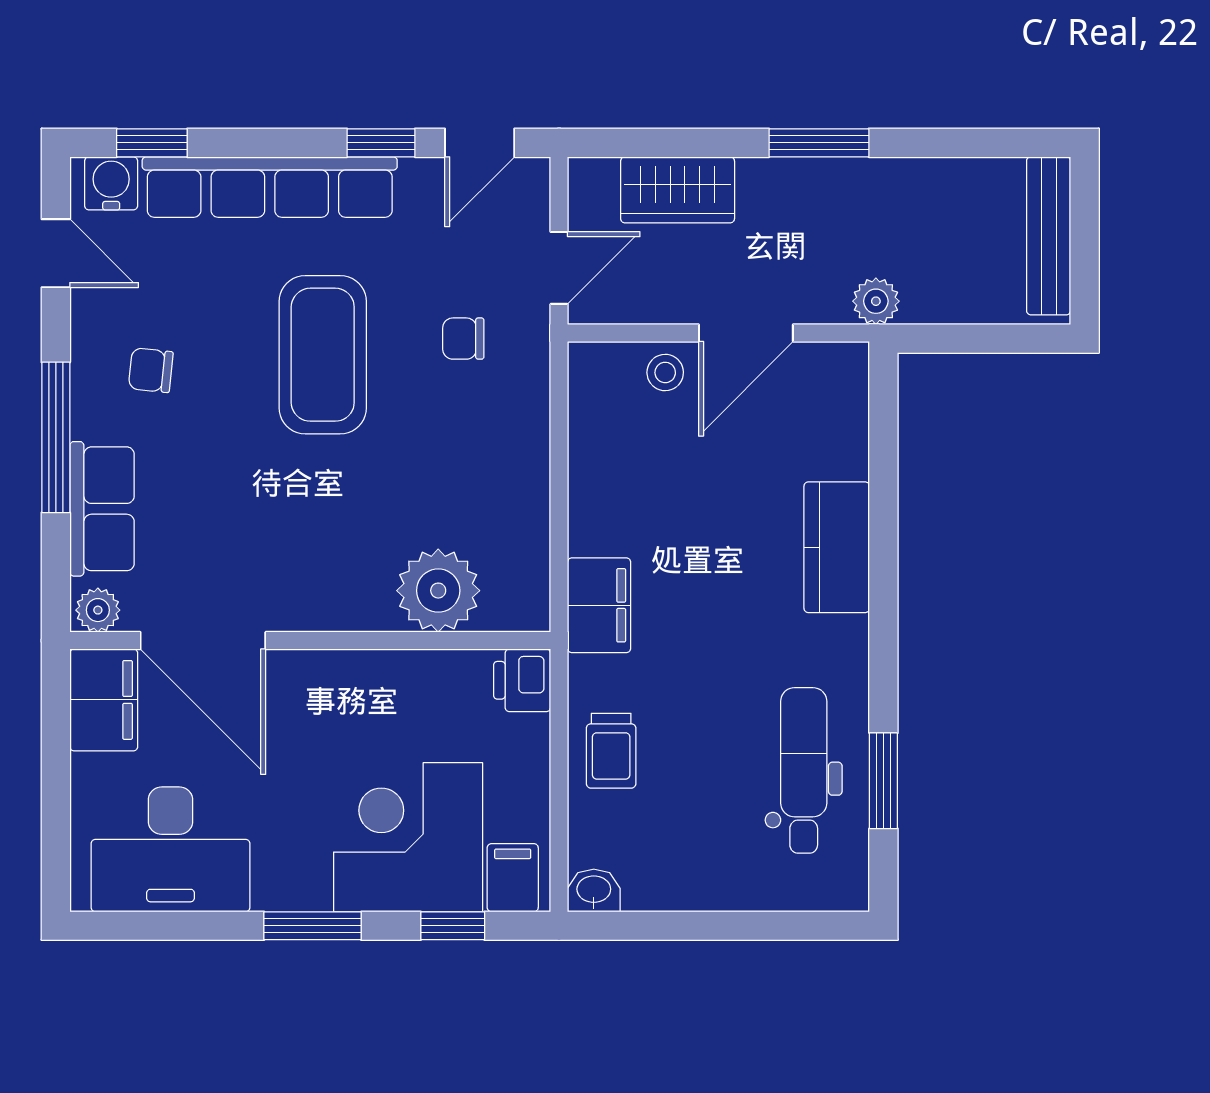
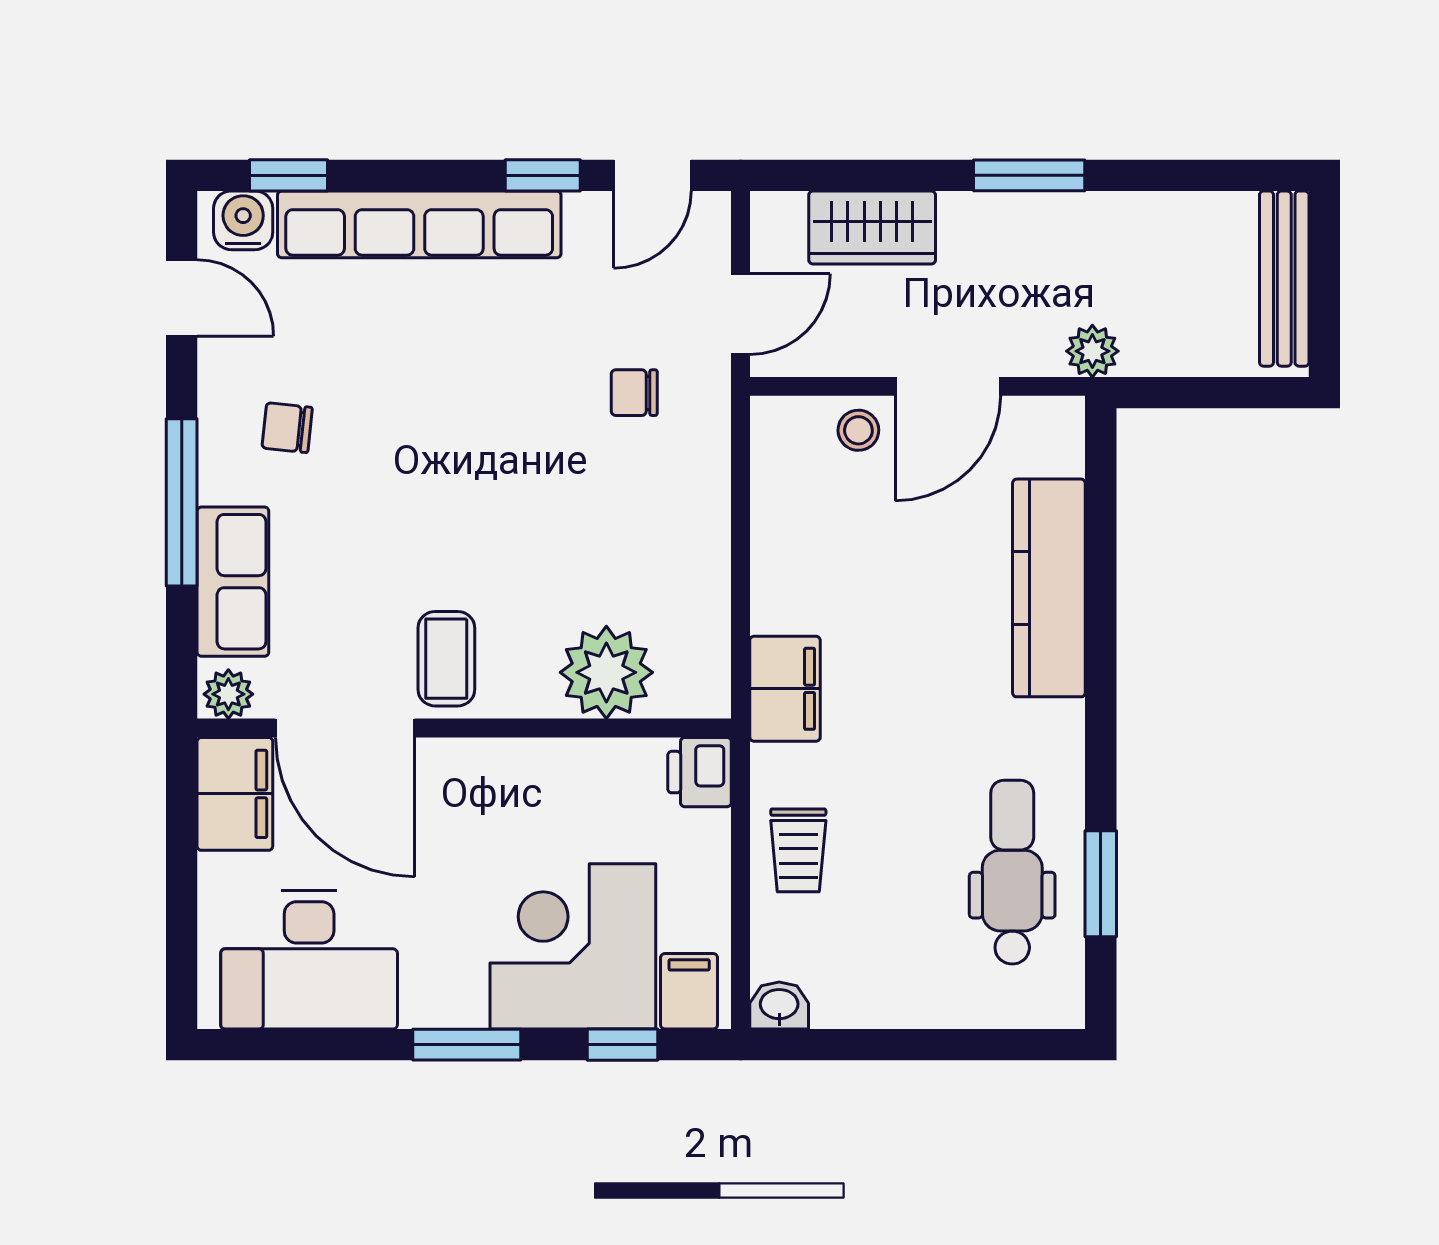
coffee table: (323, 355) -> (446, 659), moved, width x0.54, depth x0.58
kitchen counter: (837, 547) -> (1049, 588), width x1.50

